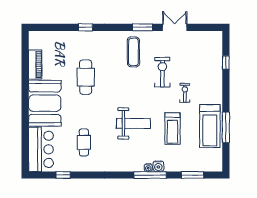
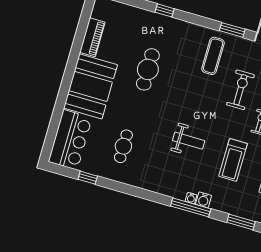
weight bench: (133, 123) -> (189, 141), width x0.73, depth x0.75

